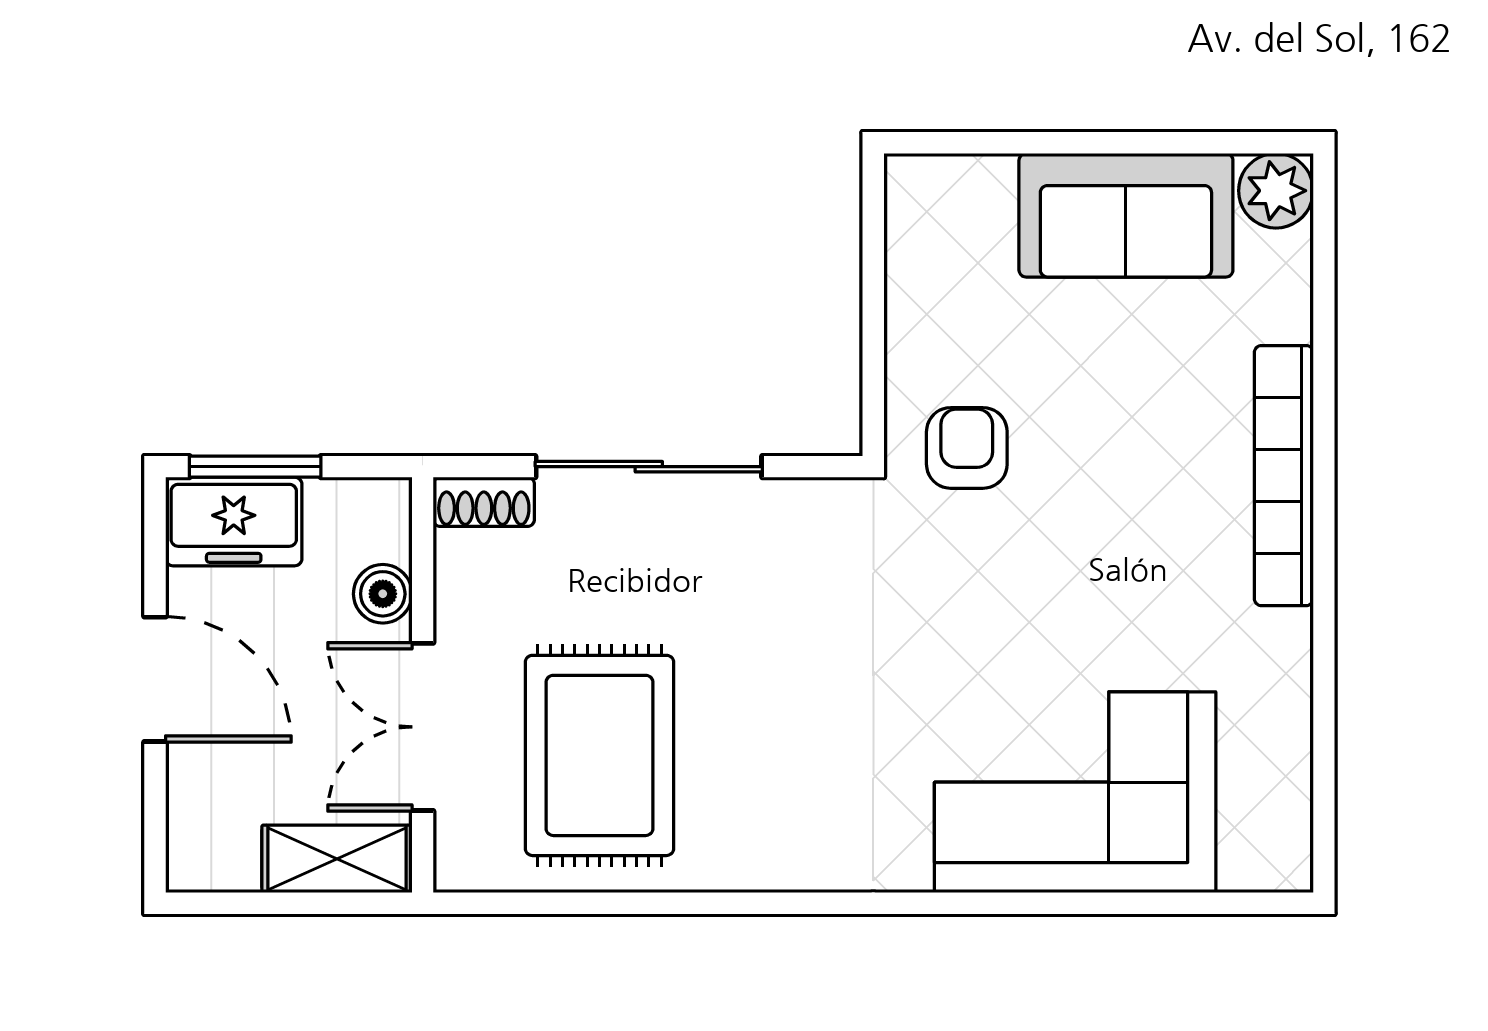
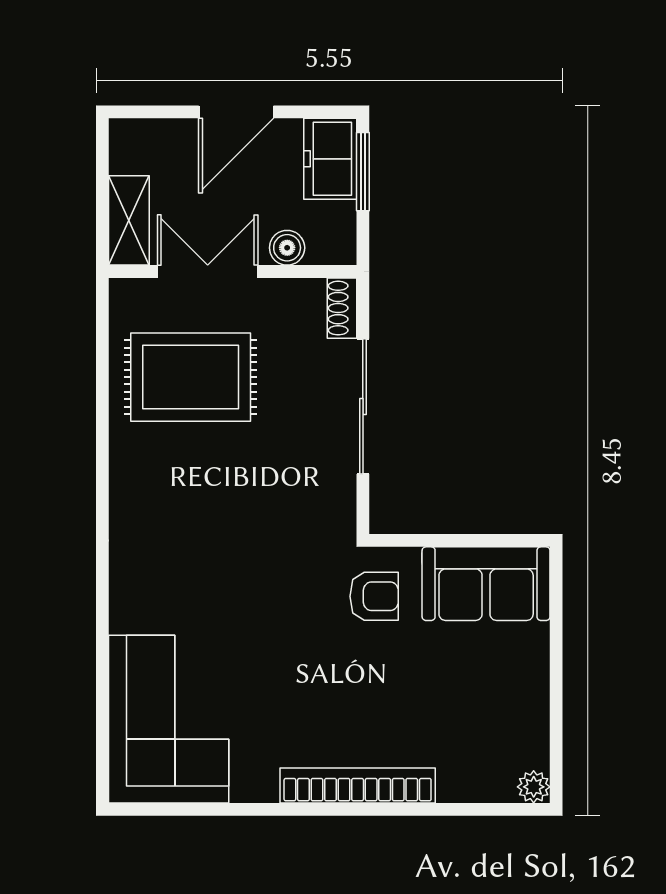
plant: (1276, 191) -> (534, 787), width x0.73, depth x0.73
sofa: (1126, 215) -> (486, 584), moved, turned -90
corner sofa: (1075, 792) -> (169, 719), moved

